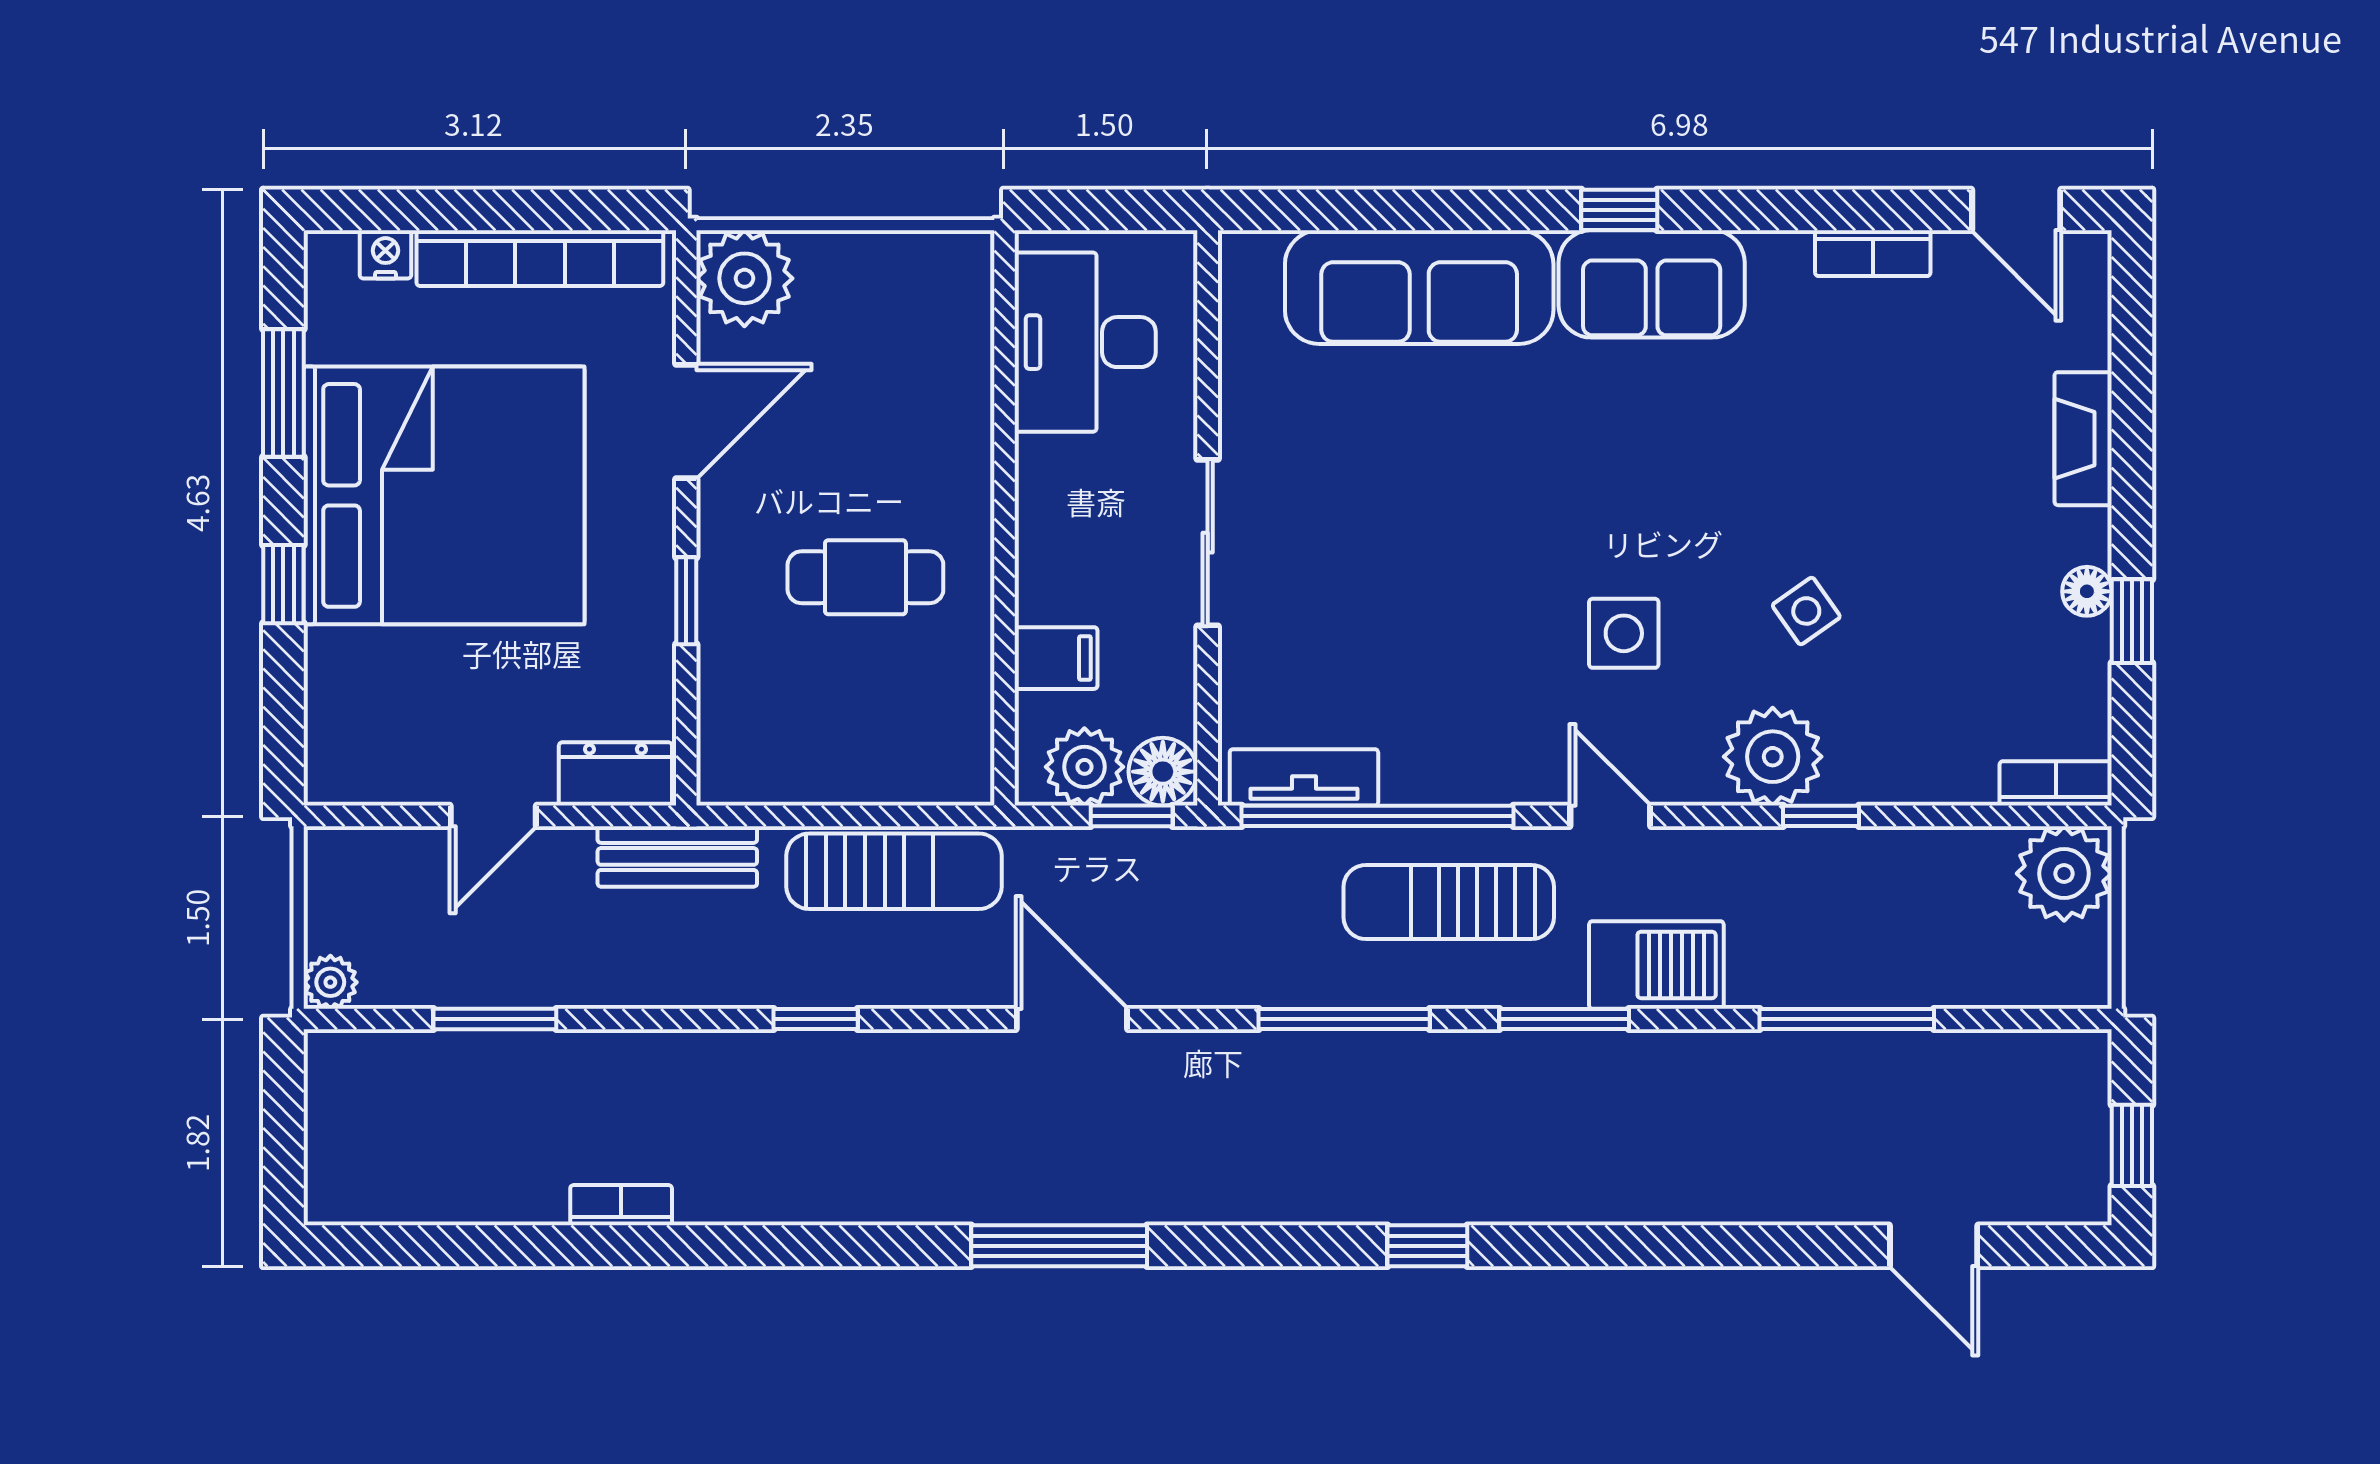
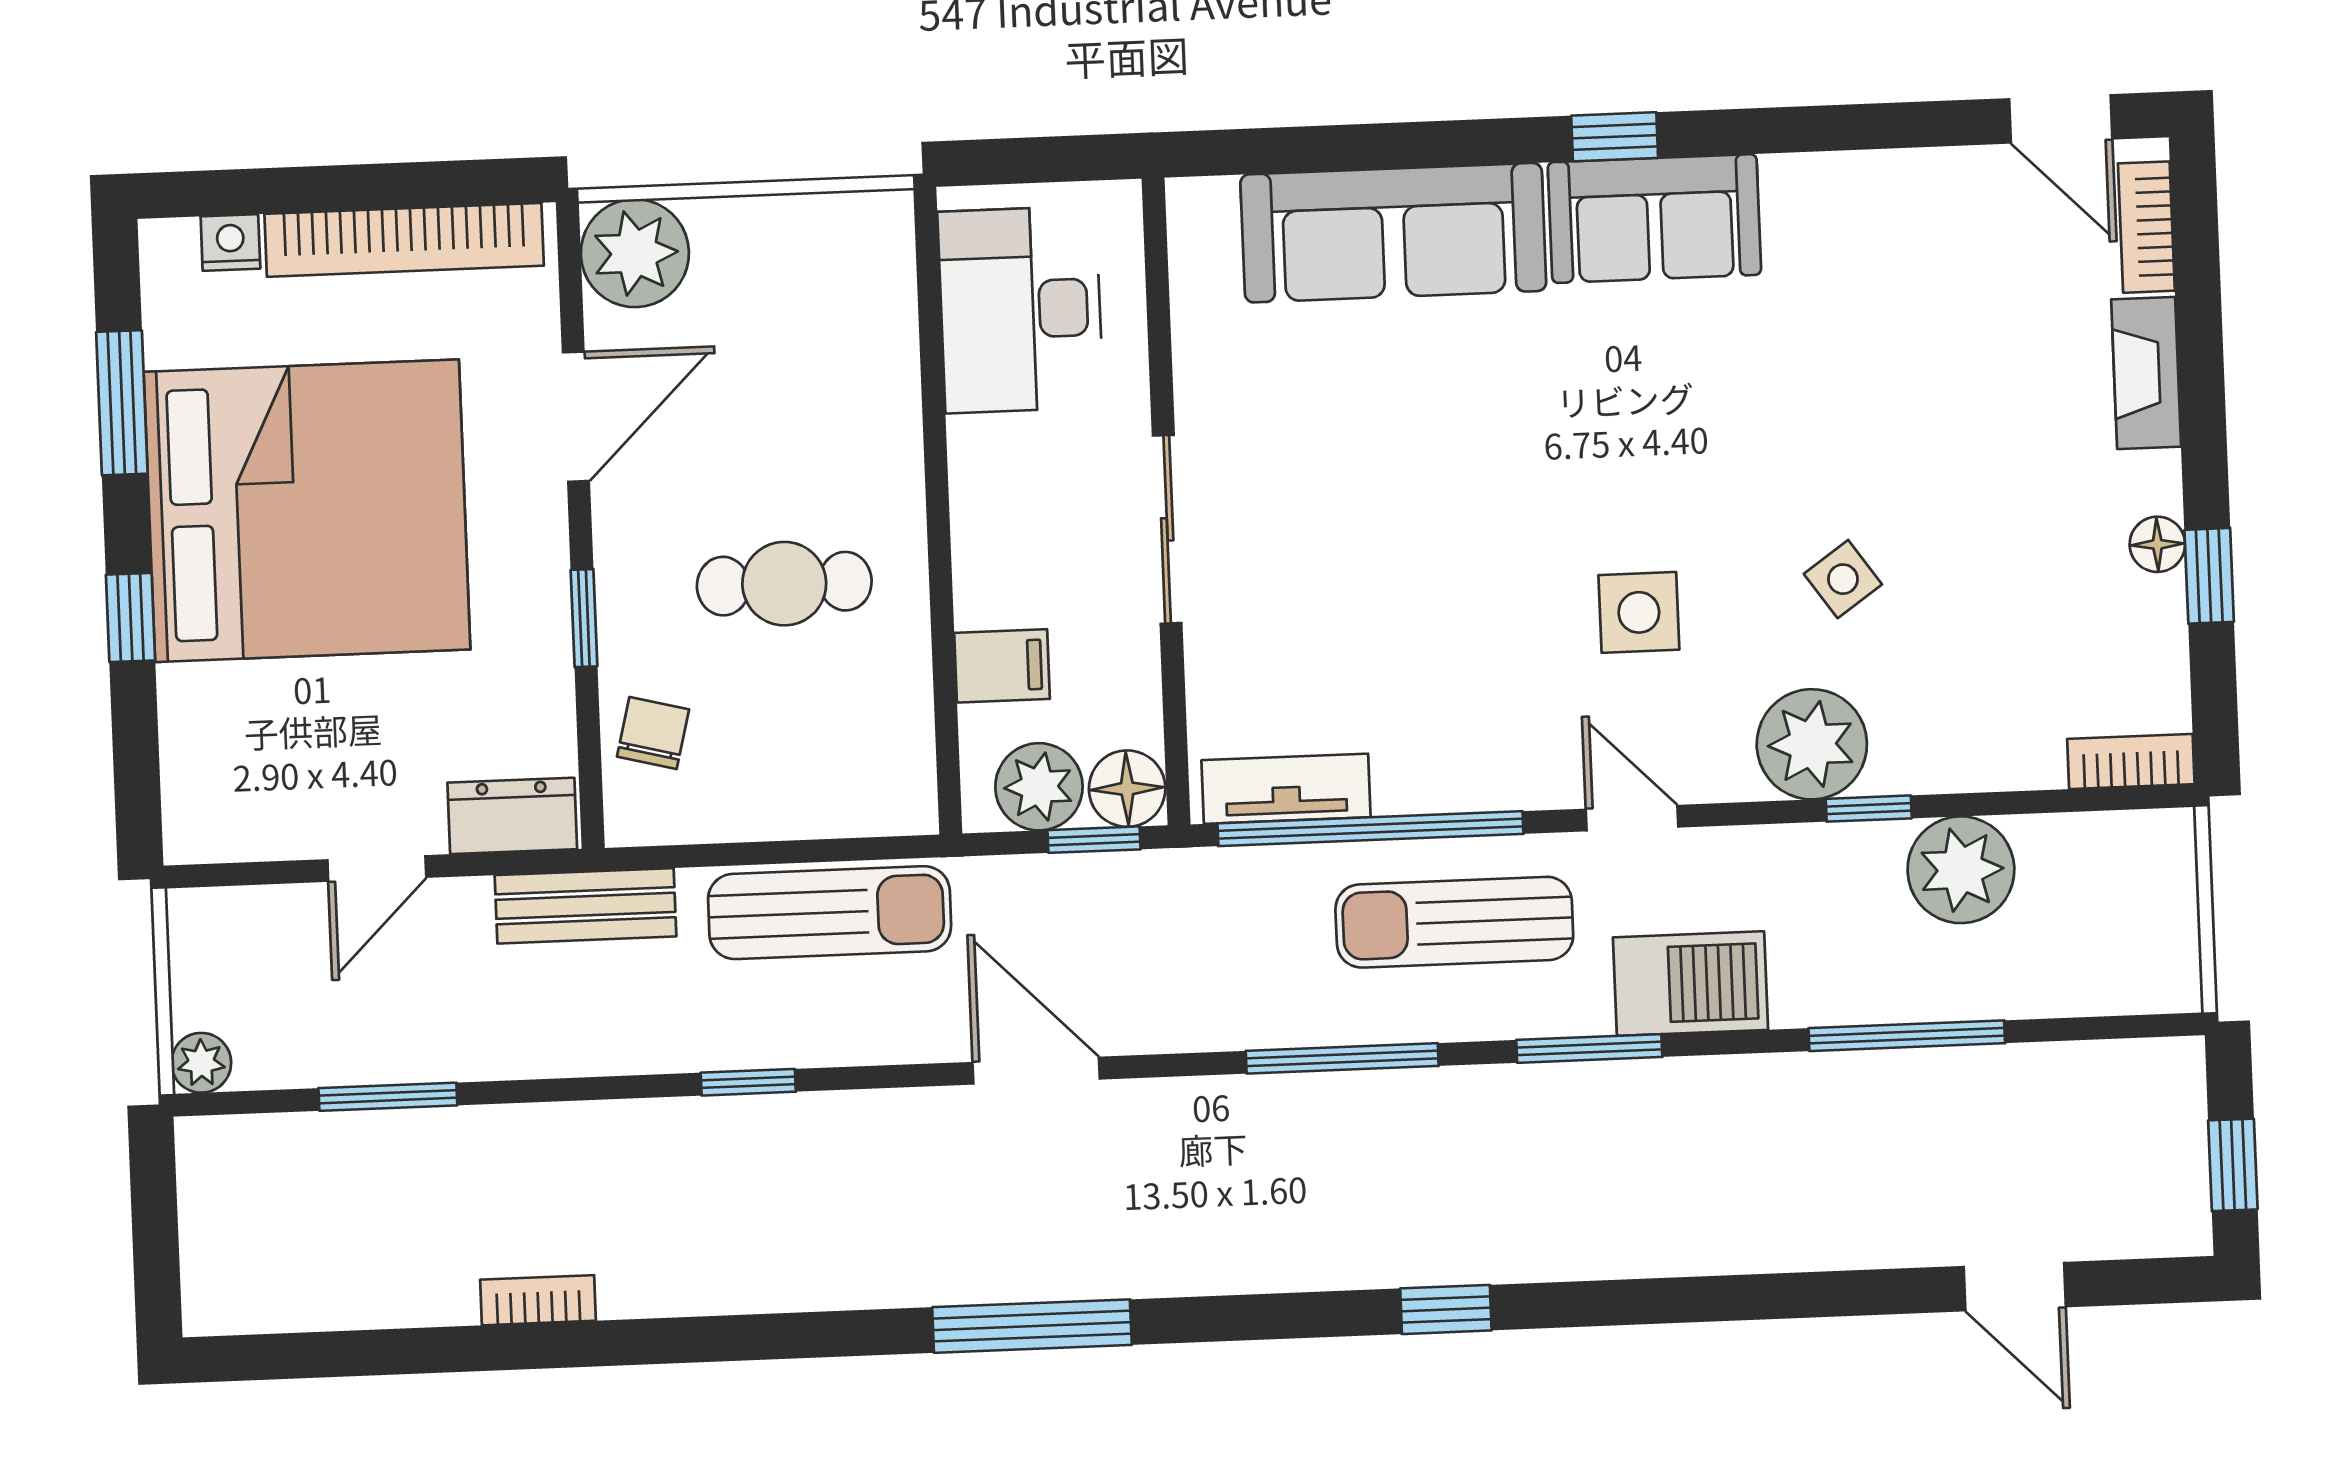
bookcase: (1873, 253) -> (2146, 227), moved, turned 90
chair: (744, 705) -> (653, 733), added
plant: (2064, 874) -> (1961, 870), moved

